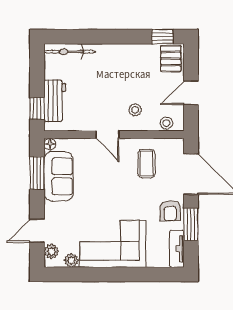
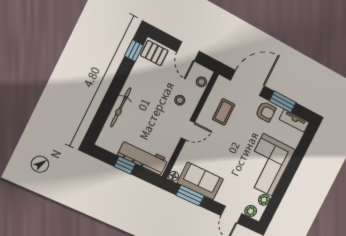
bicycle: (70, 52) -> (121, 107), moved
workbench: (55, 101) -> (143, 157), width x1.38
window: (37, 109) -> (125, 165), moved
coffee table: (146, 164) -> (224, 112), turned 90

